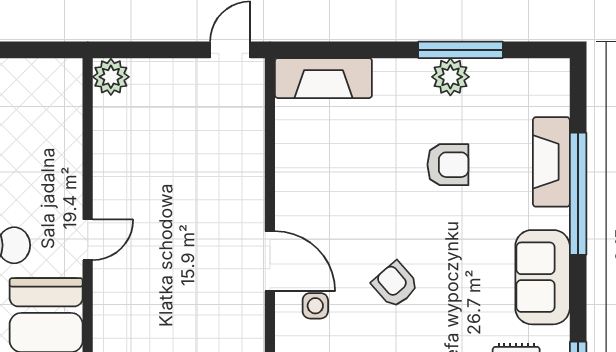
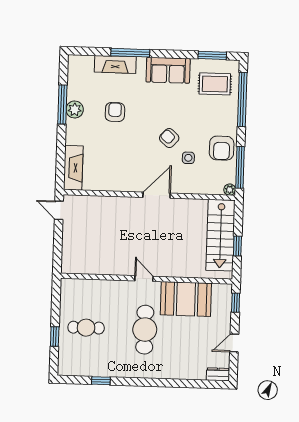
plant: (111, 77) -> (69, 265), removed
window: (578, 194) -> (130, 53), width x0.68
armchair: (395, 285) -> (169, 138), turned 83
side table: (315, 306) -> (188, 158), moved

